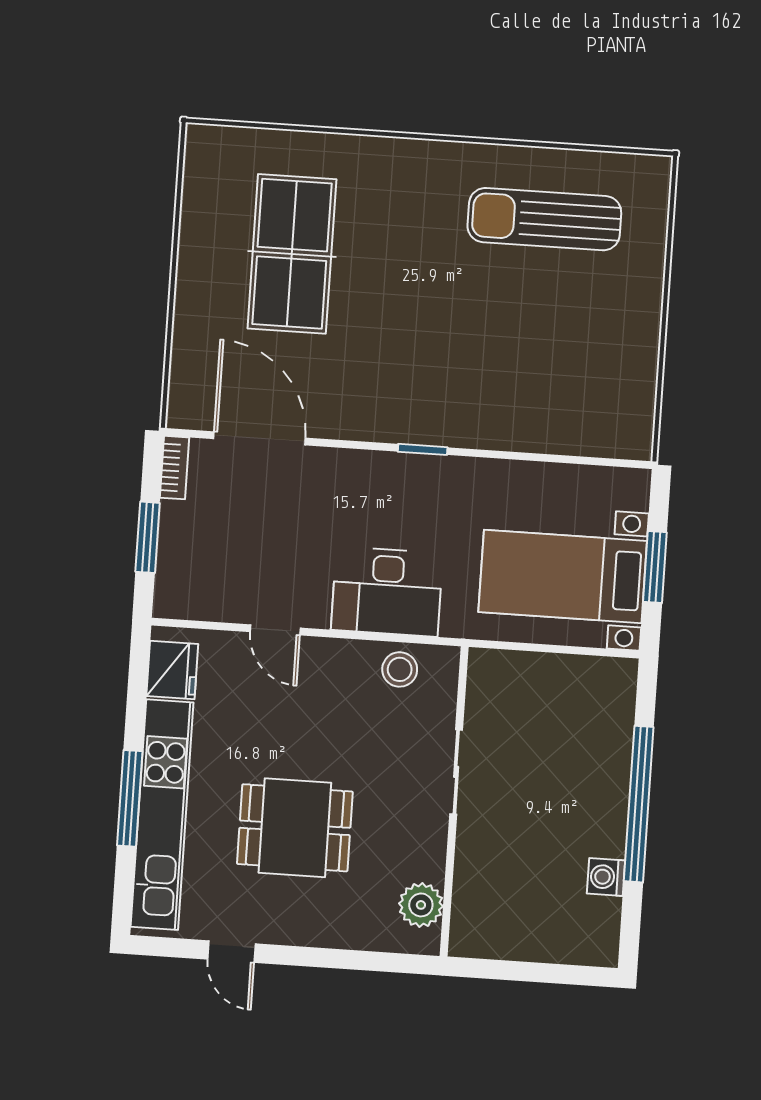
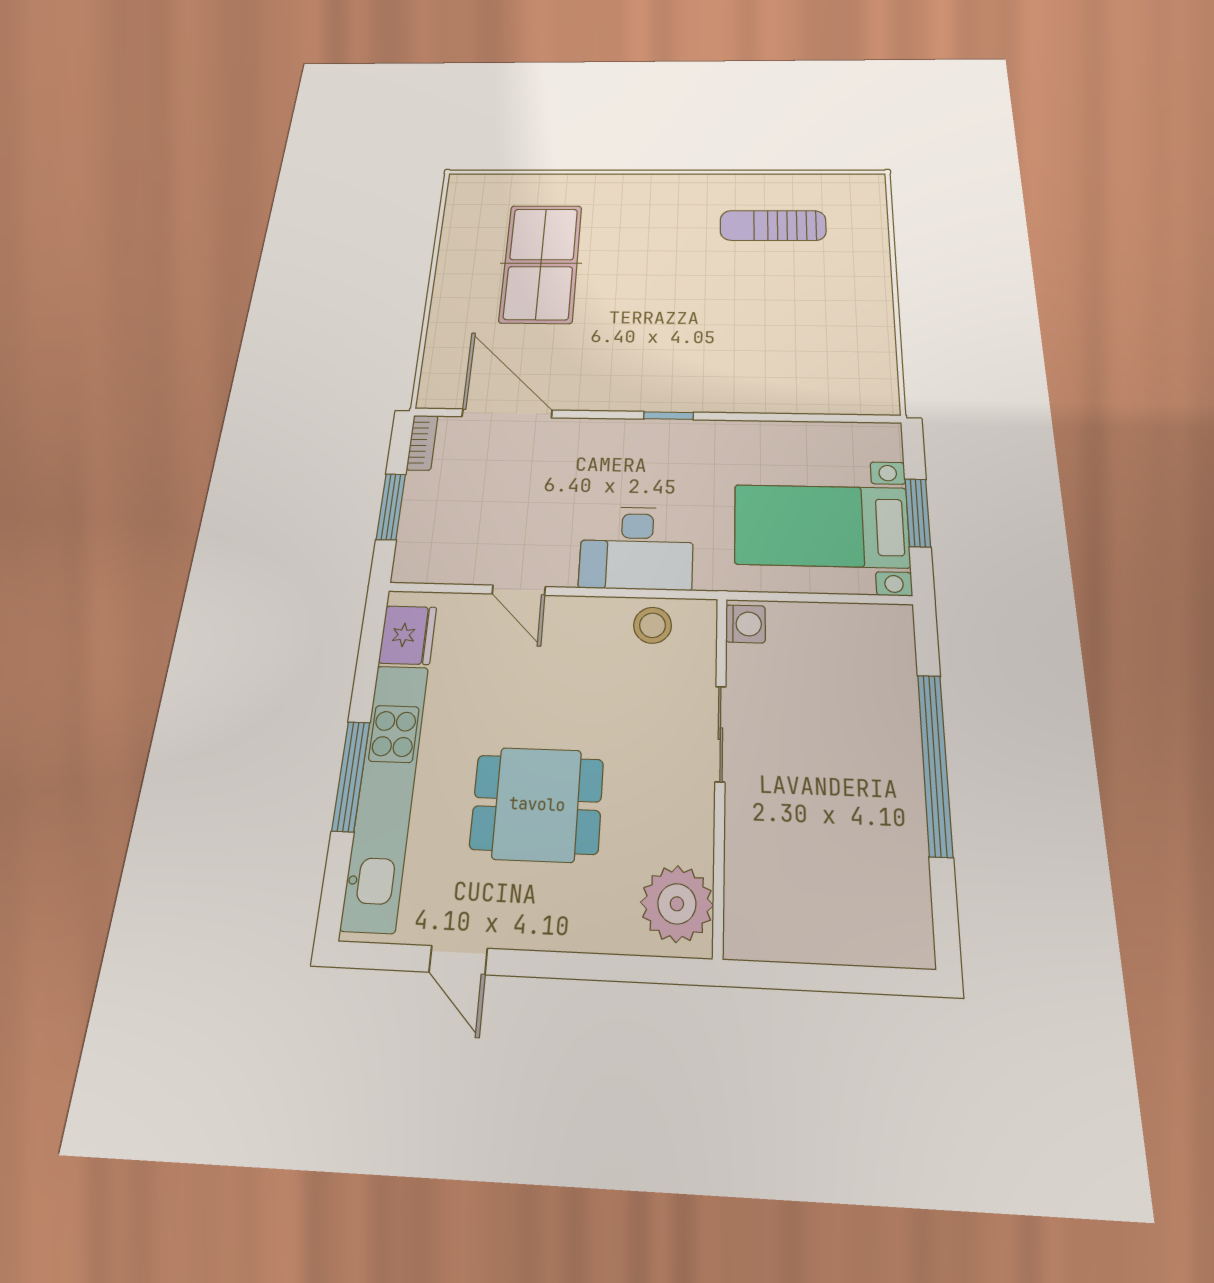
sun lounger: (544, 219) -> (773, 226), width x0.73, depth x0.75
washing machine: (606, 877) -> (746, 624), moved, turned 180
plant: (421, 905) -> (677, 904), width x1.36, depth x1.36

